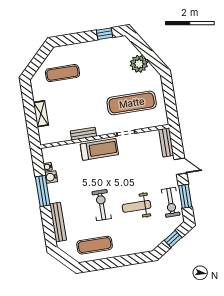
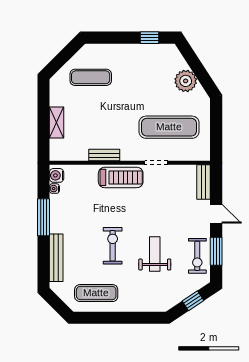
water cooler: (51, 177) -> (57, 175), moved
weight bench: (136, 206) -> (155, 254), turned 90

